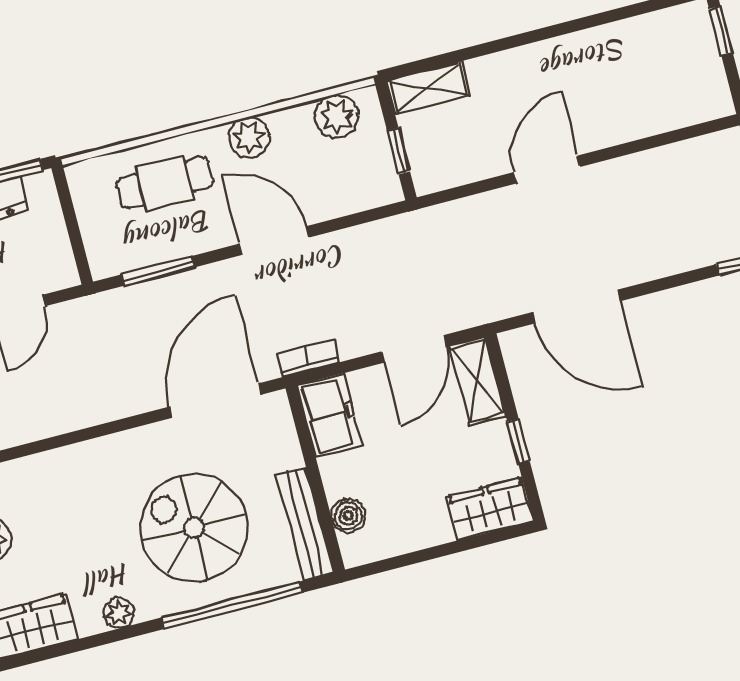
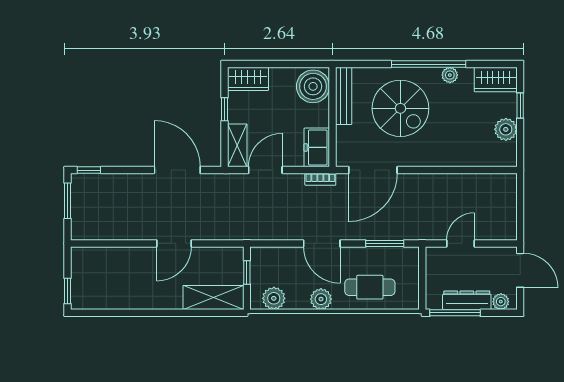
shelving: (428, 88) -> (213, 298), width x1.50, depth x1.33
boiler: (348, 516) -> (313, 86), width x1.86, depth x1.86
window: (232, 605) -> (429, 64), moved

